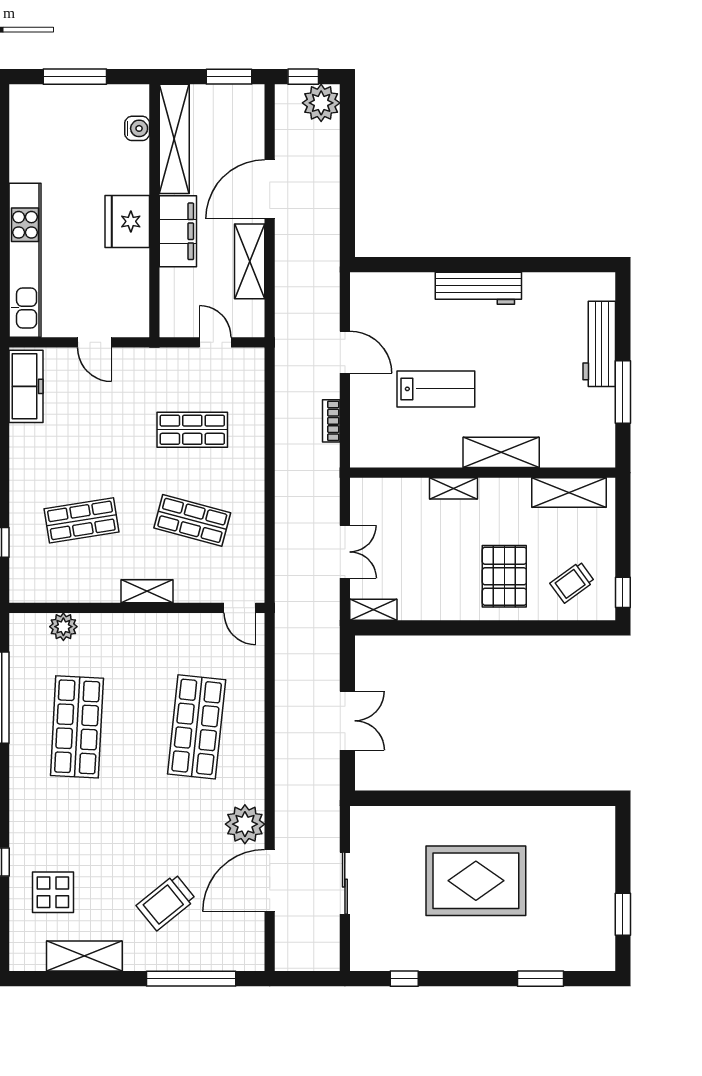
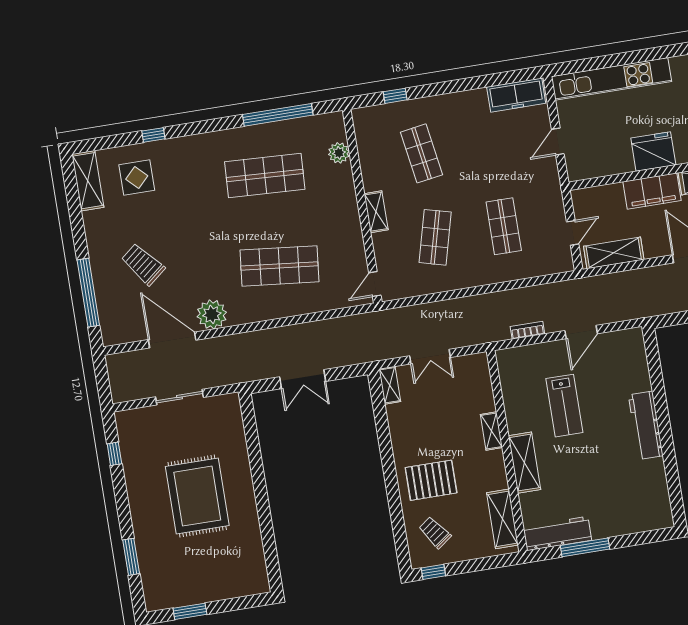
shelving: (250, 261) -> (614, 253), moved
workbench: (599, 344) -> (557, 534), moved
shelving: (84, 956) -> (88, 181), moved

